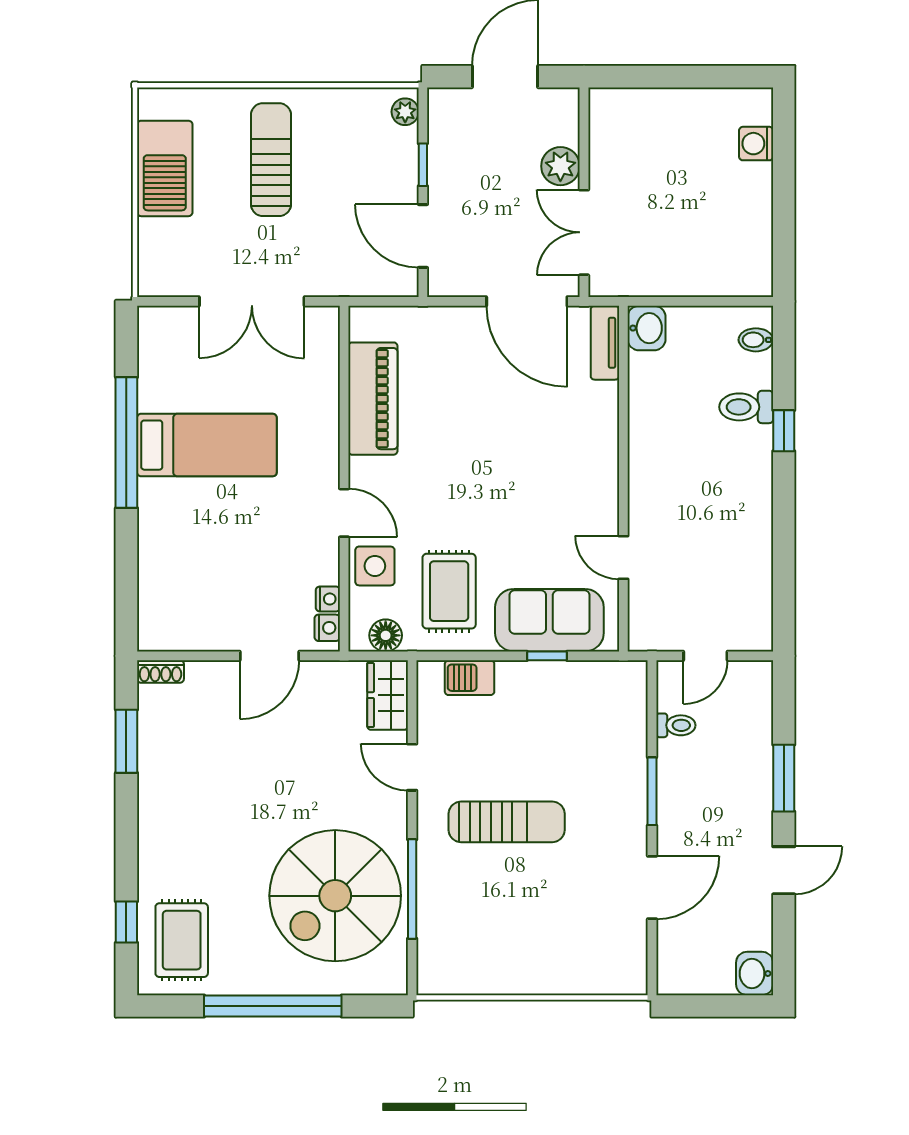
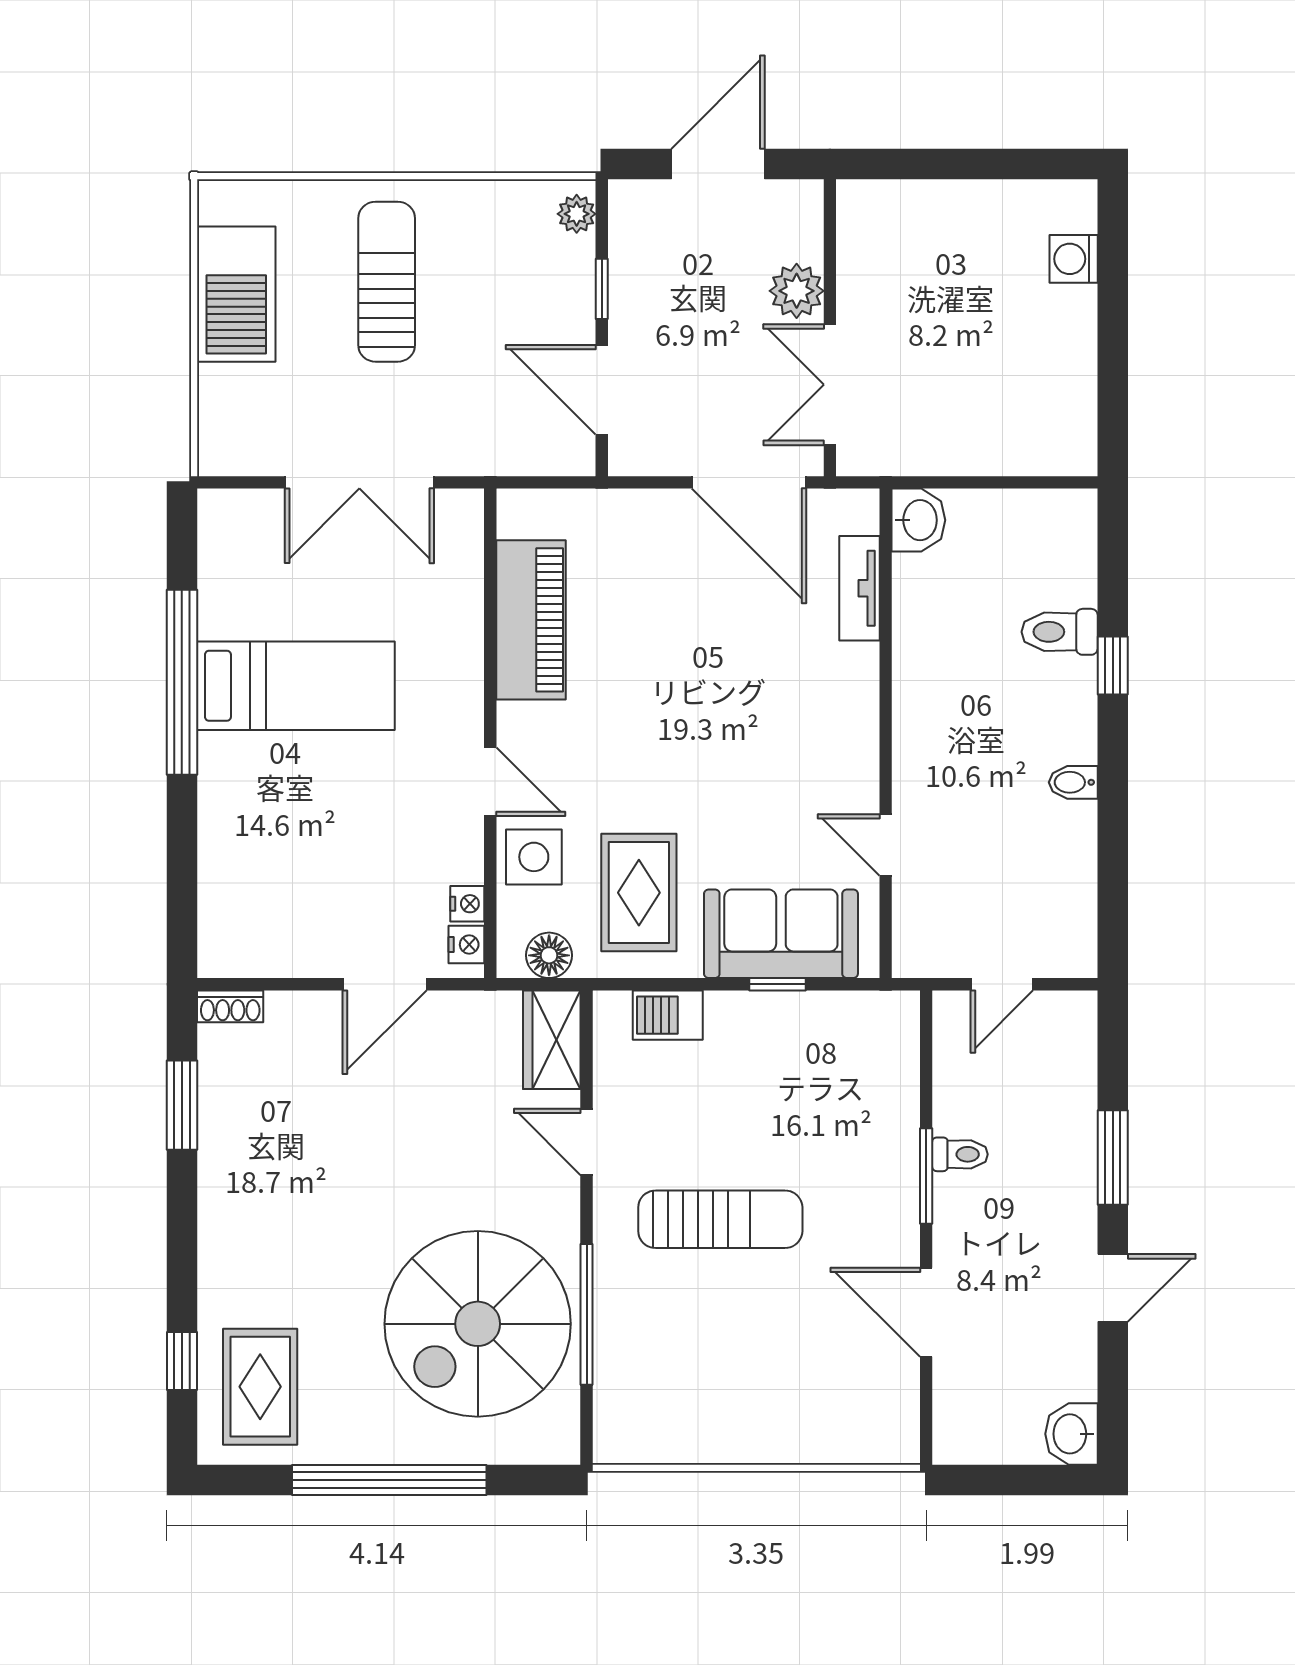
bidet: (756, 340) -> (1073, 782), moved
tv unit: (605, 343) -> (860, 588), moved
toilet: (676, 725) -> (960, 1154), moved
door: (652, 888) -> (926, 1312), swing flipped

